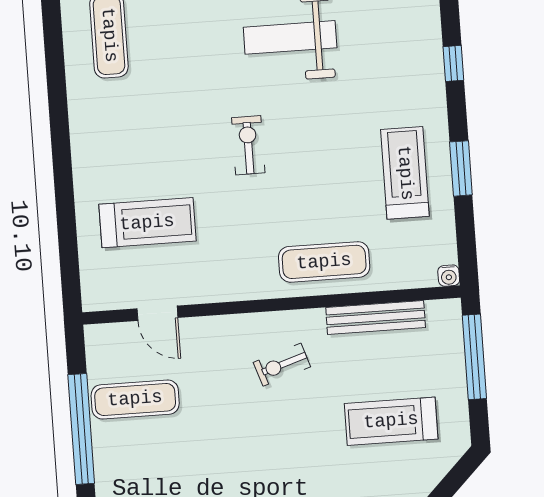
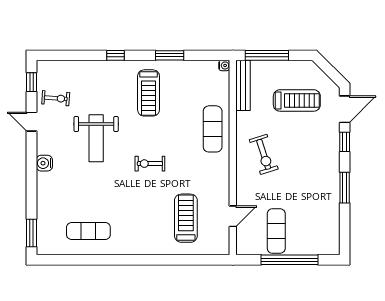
treadmill: (405, 173) -> (149, 93), moved, turned -90
bench: (376, 318) -> (243, 85), moved
exercise bike: (282, 365) -> (264, 154), width x1.38, depth x1.39
treadmill: (391, 421) -> (297, 100), turned -90

